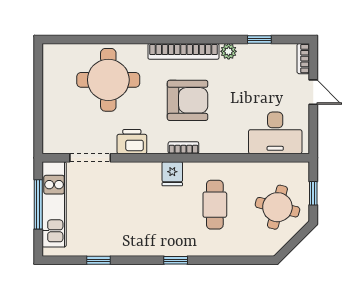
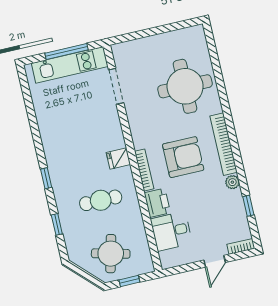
armchair: (188, 100) -> (183, 157), turned -90
desk: (275, 133) -> (171, 231), width x0.73
printer: (132, 142) -> (157, 203), moved
bookcase: (183, 148) -> (144, 170), width x1.56
window: (99, 260) -> (57, 224), moved

